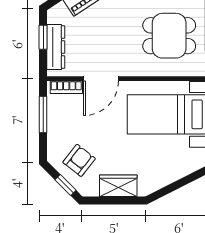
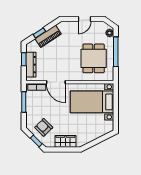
dining table: (169, 36) -> (94, 58), turned 90
door: (101, 79) -> (56, 82), hinge flipped
armchair: (79, 160) -> (44, 127), turned -83

